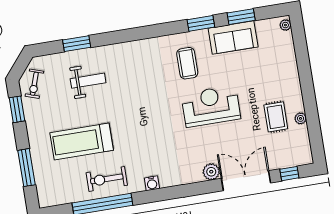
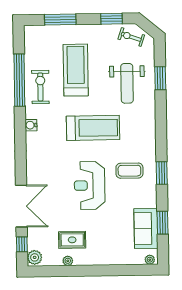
window: (201, 23) -> (162, 173), moved
sofa: (233, 38) -> (146, 228), moved
weight bench: (88, 81) -> (127, 83), width x1.36, depth x1.33
reception desk: (211, 106) -> (90, 185), turned 180
treadmill: (145, 112) -> (93, 128), added
plant: (211, 172) -> (35, 257), moved

